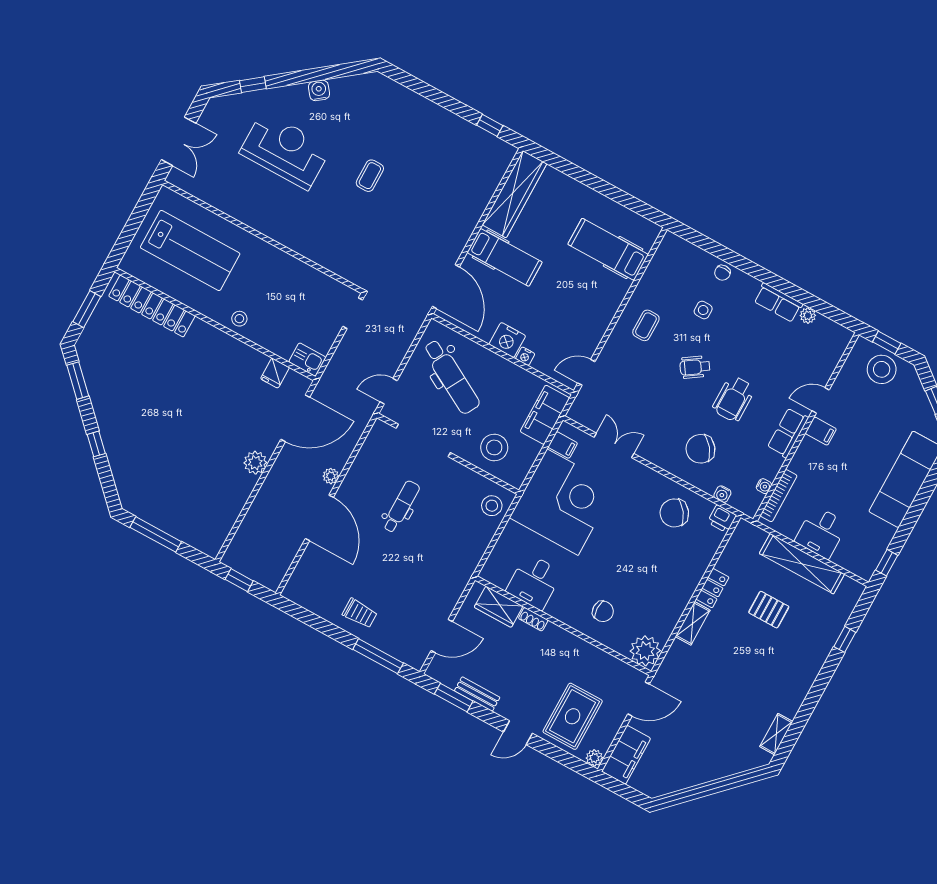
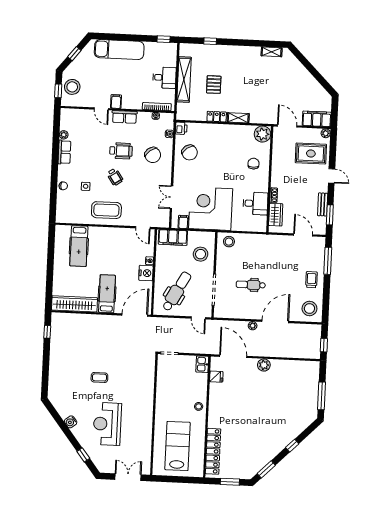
coffee table: (646, 325) -> (106, 210), width x1.86, depth x1.72
stool: (313, 586) -> (309, 308), added

